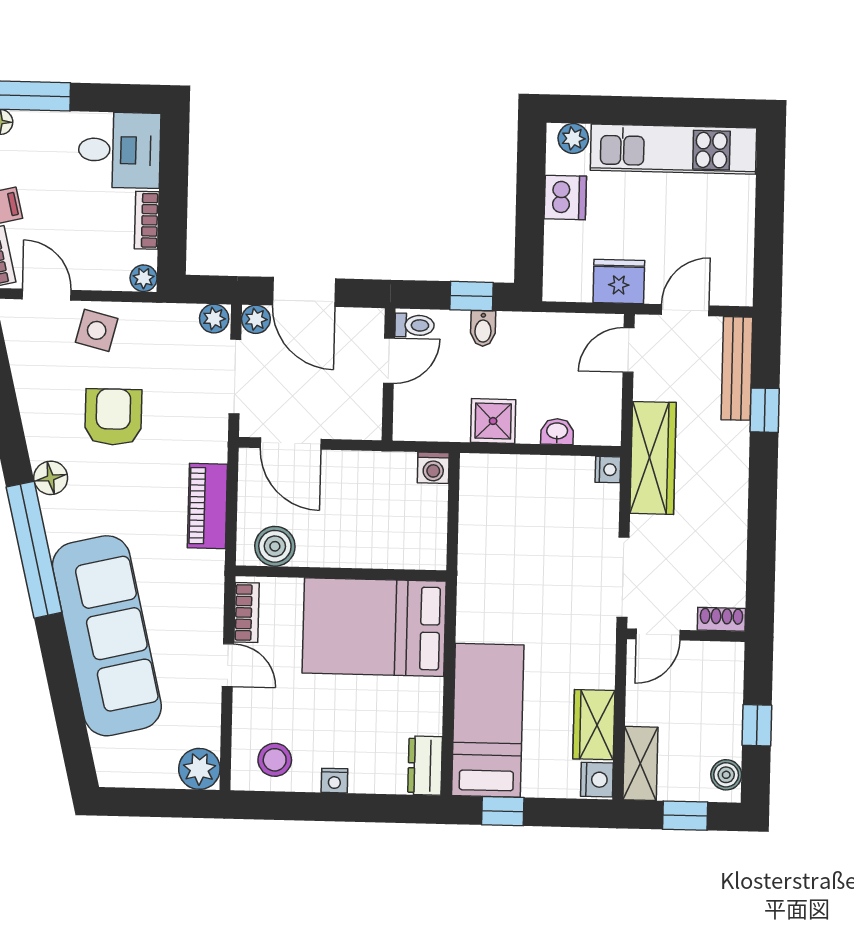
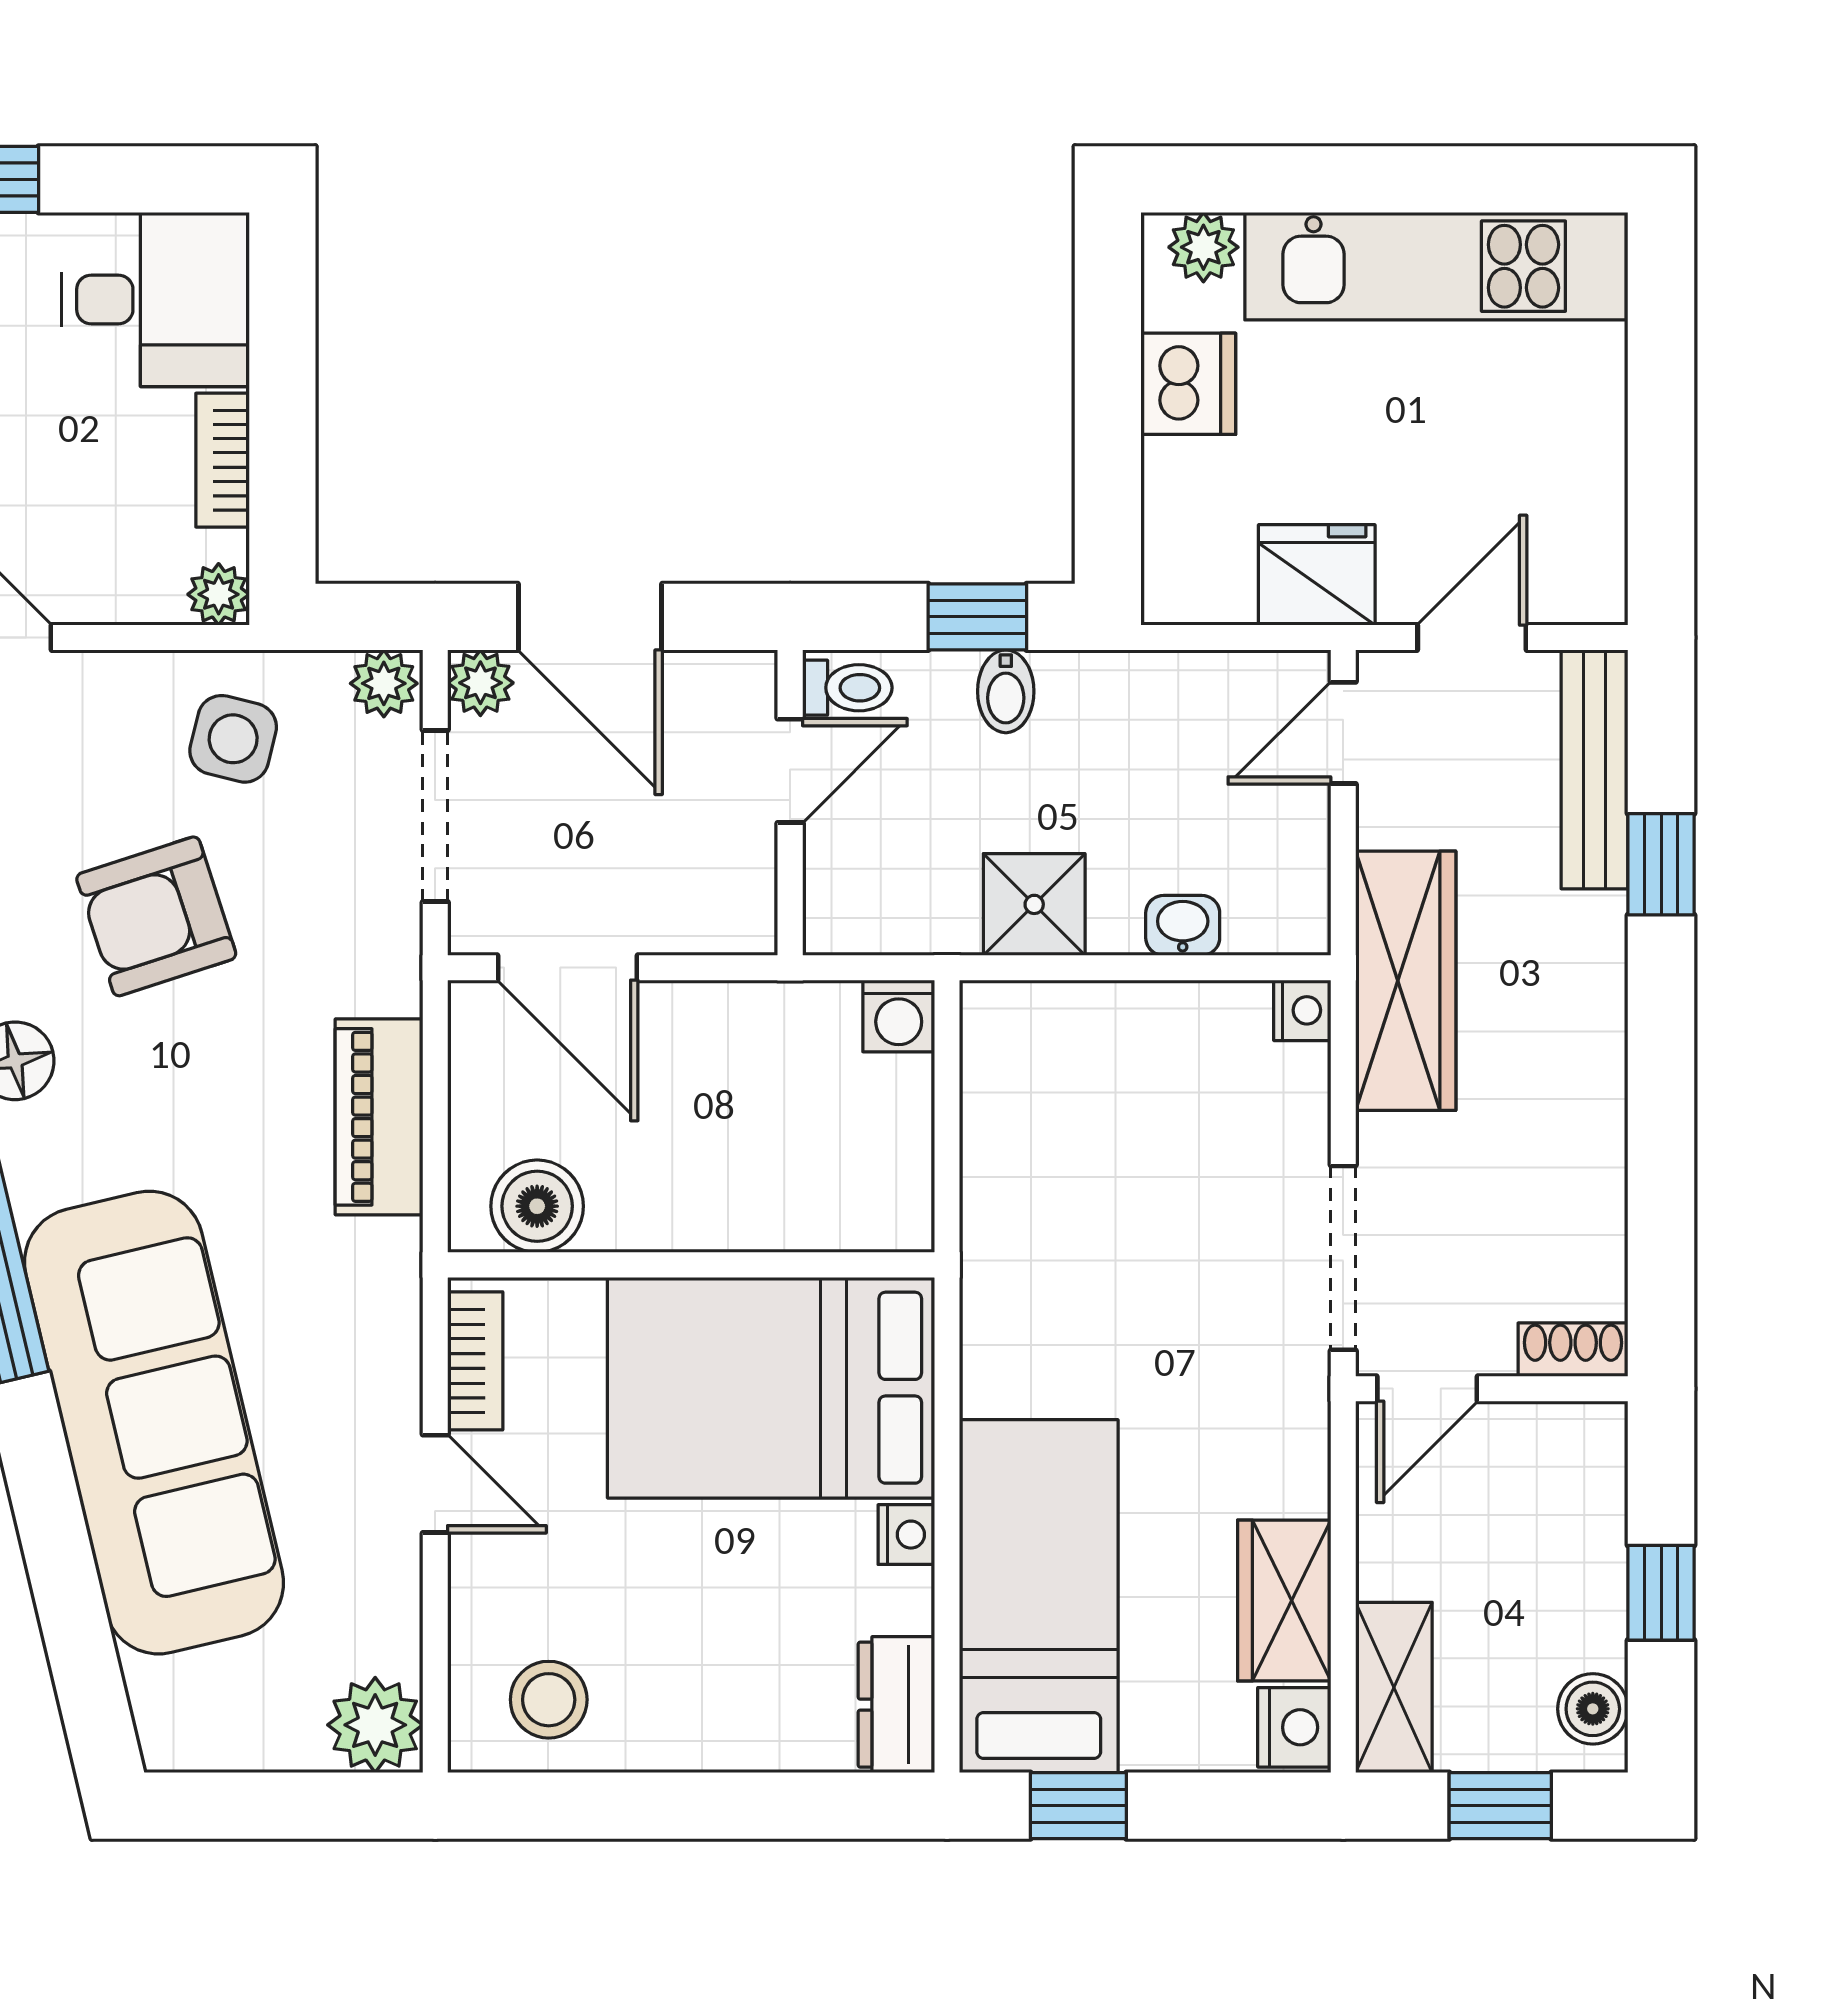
side table: (97, 330) -> (233, 739), moved
armchair: (113, 417) -> (156, 916), turned -108
nightstand: (334, 781) -> (906, 1535), moved, turned -90

